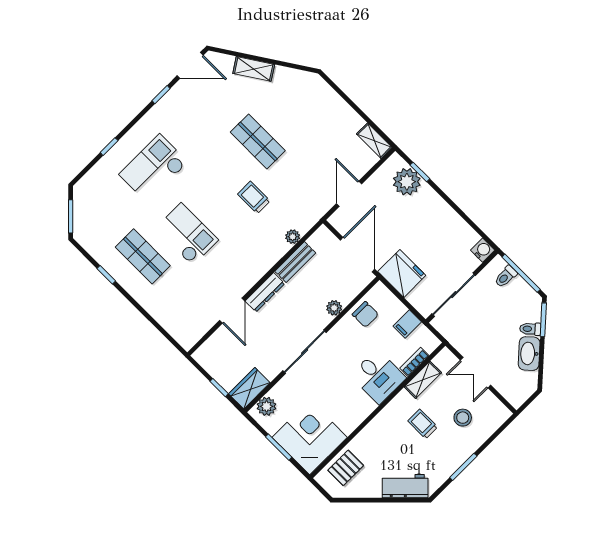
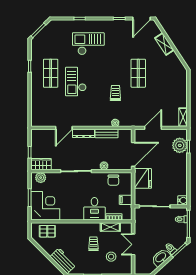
door: (190, 65) -> (141, 18), hinge flipped
checkout: (187, 234) -> (76, 82), turned 180

